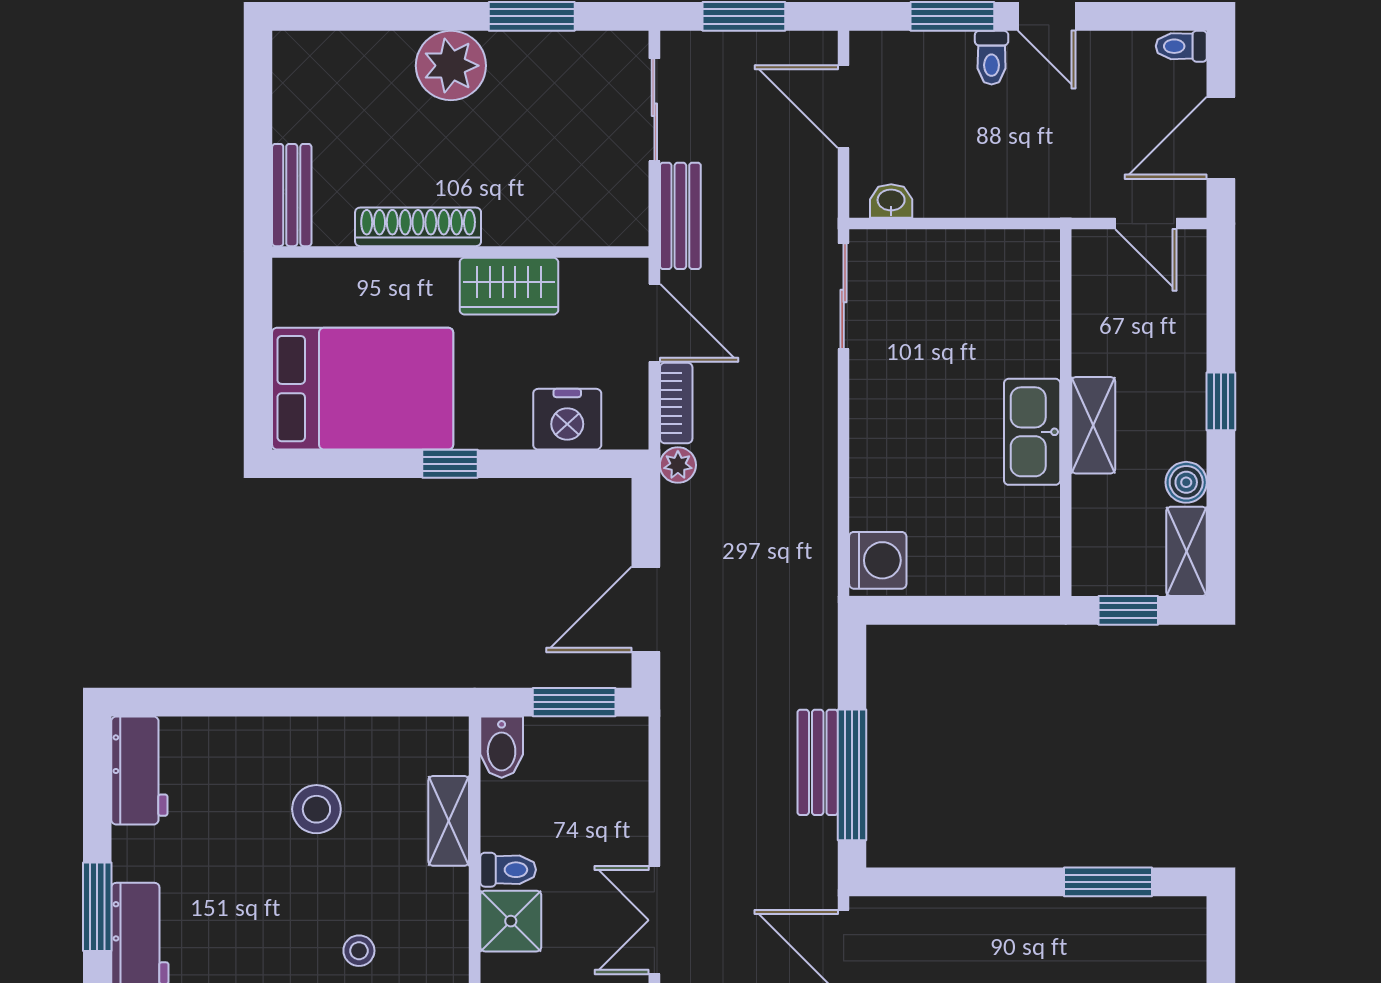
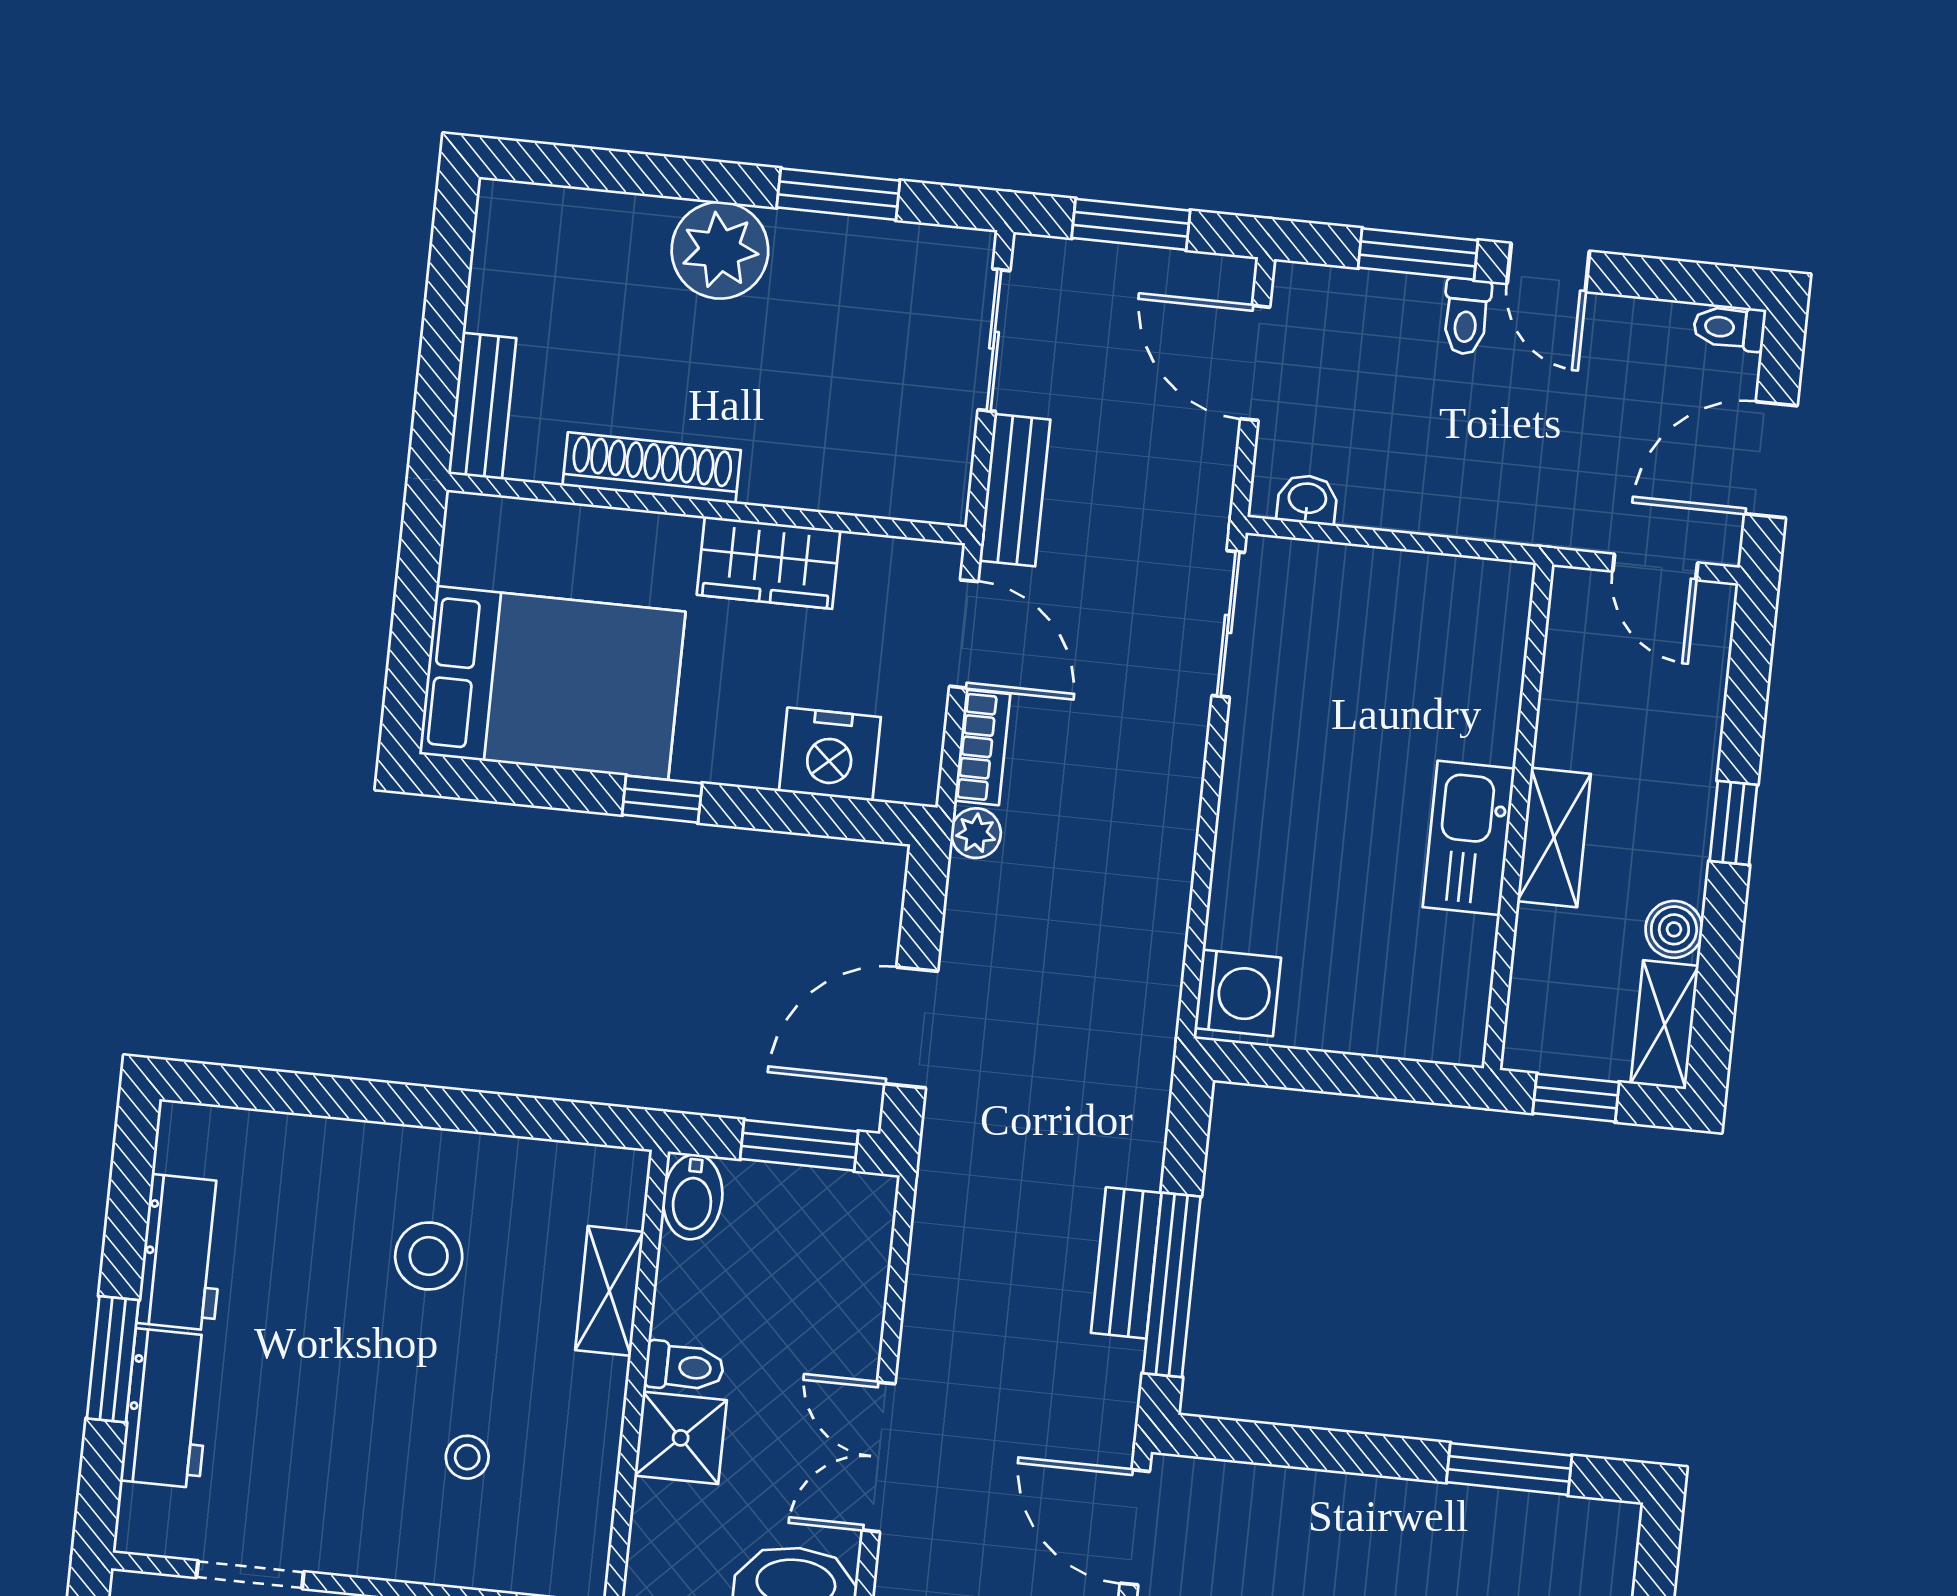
workbench: (139, 770) -> (182, 1252), moved

